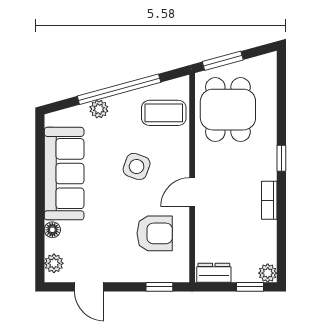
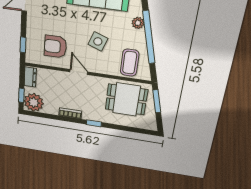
armchair: (155, 233) -> (55, 47), turned 90
plant: (268, 273) -> (34, 102), width x1.88, depth x1.88

